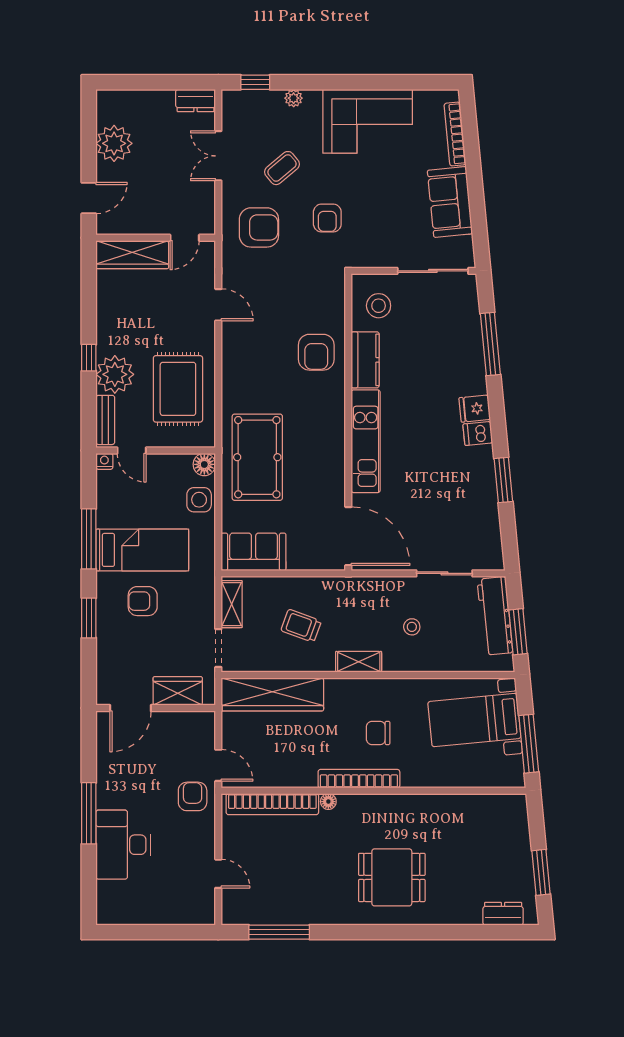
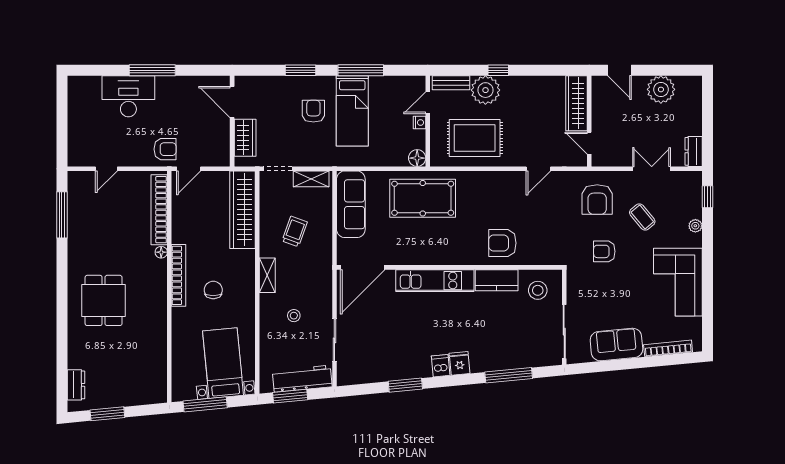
nightstand: (104, 461) -> (420, 123), moved
side table: (199, 500) -> (390, 154), removed
sofa: (254, 552) -> (351, 204), width x1.36

